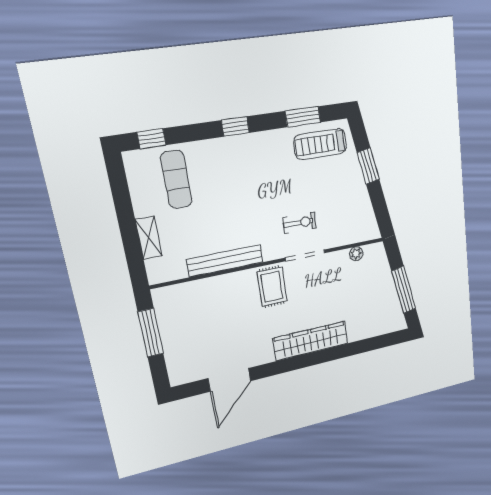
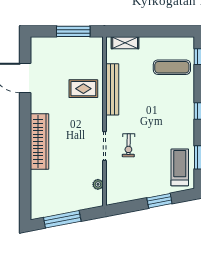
shelving: (149, 238) -> (125, 43), moved
rug: (272, 287) -> (83, 89), moved

